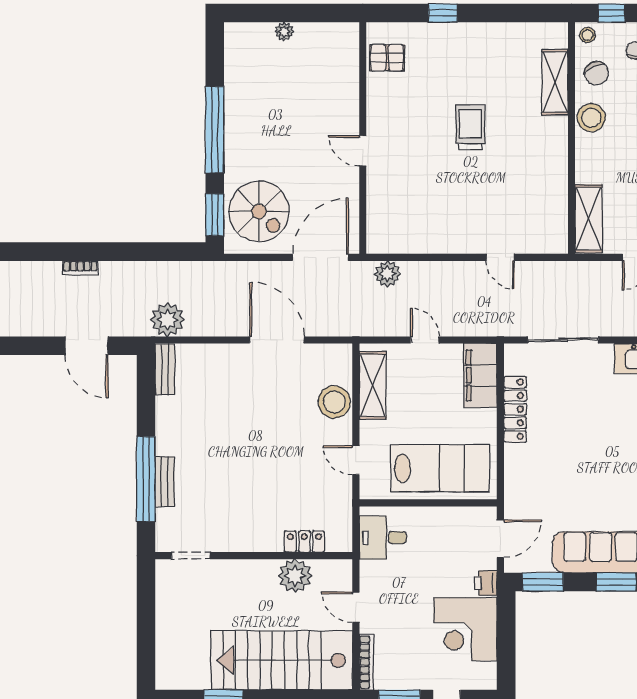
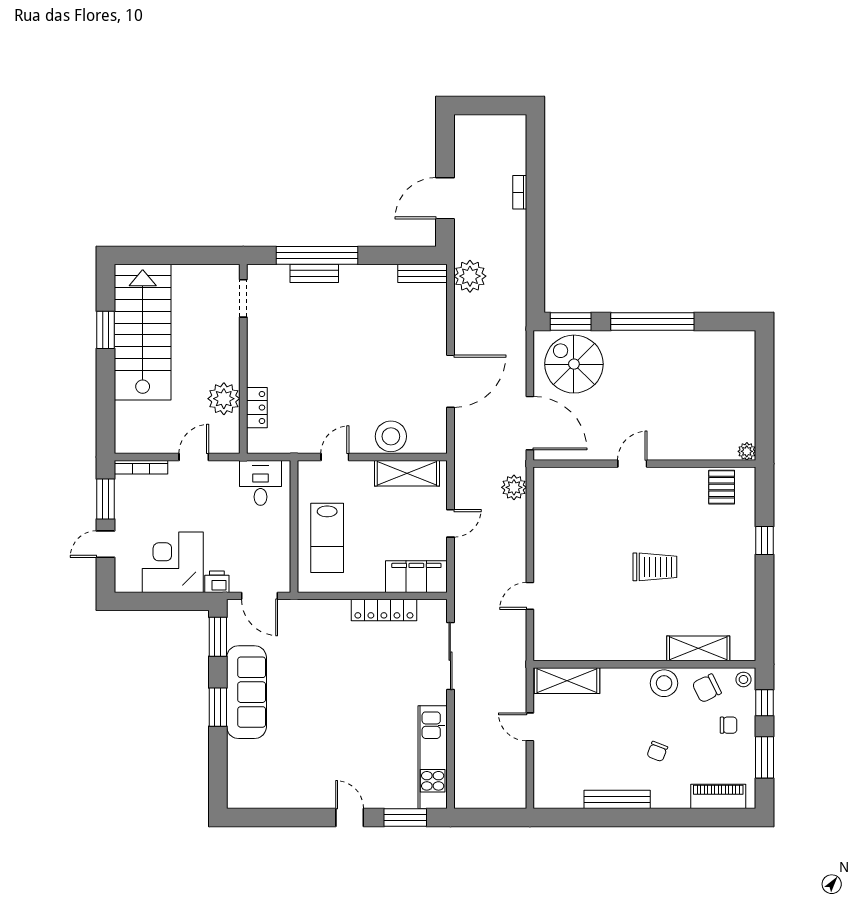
plant: (284, 32) -> (747, 451), moved
spiral stairs: (259, 211) -> (574, 364), turned 90
lab bench: (440, 468) -> (327, 538), width x0.73, depth x0.72
stairs: (282, 660) -> (143, 332), moved

